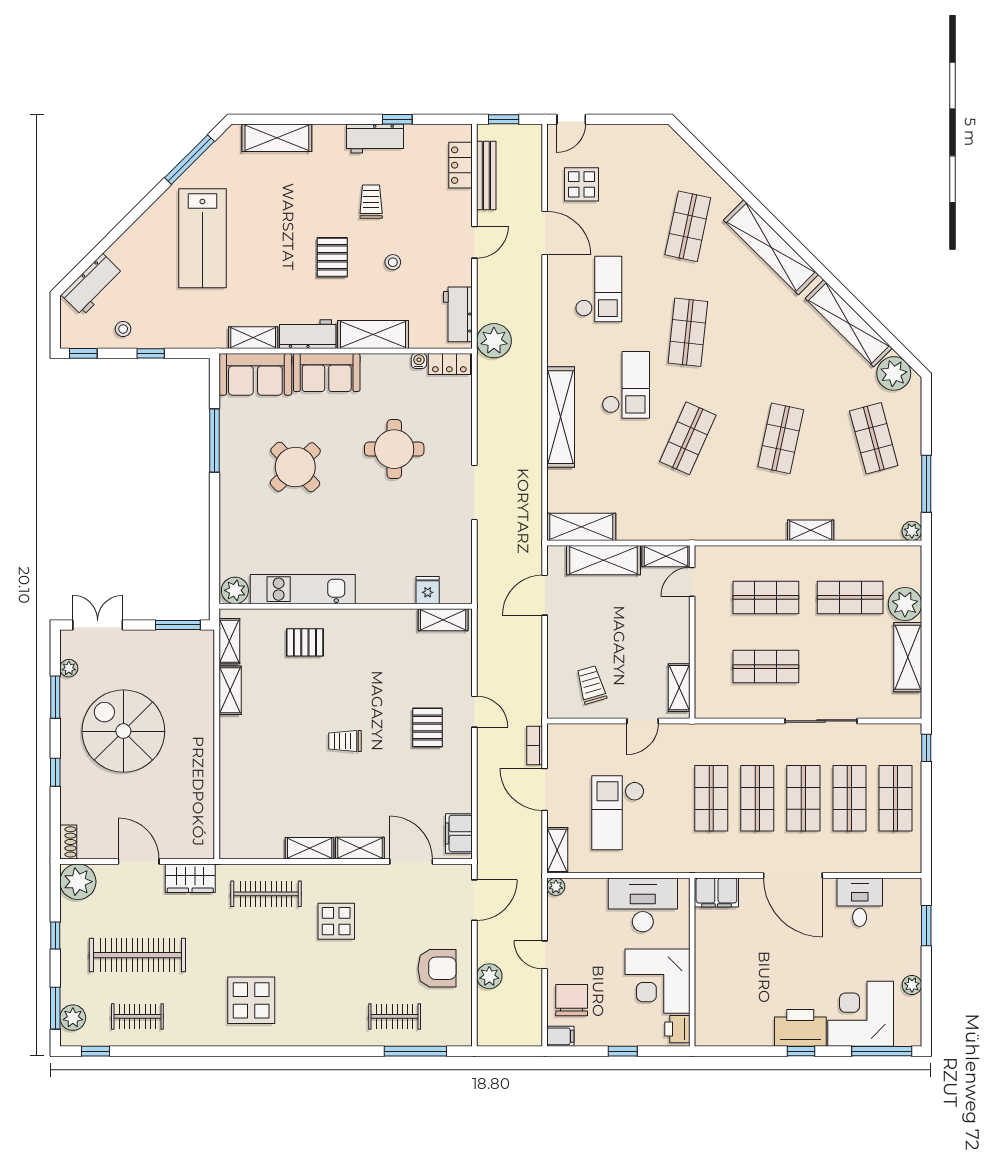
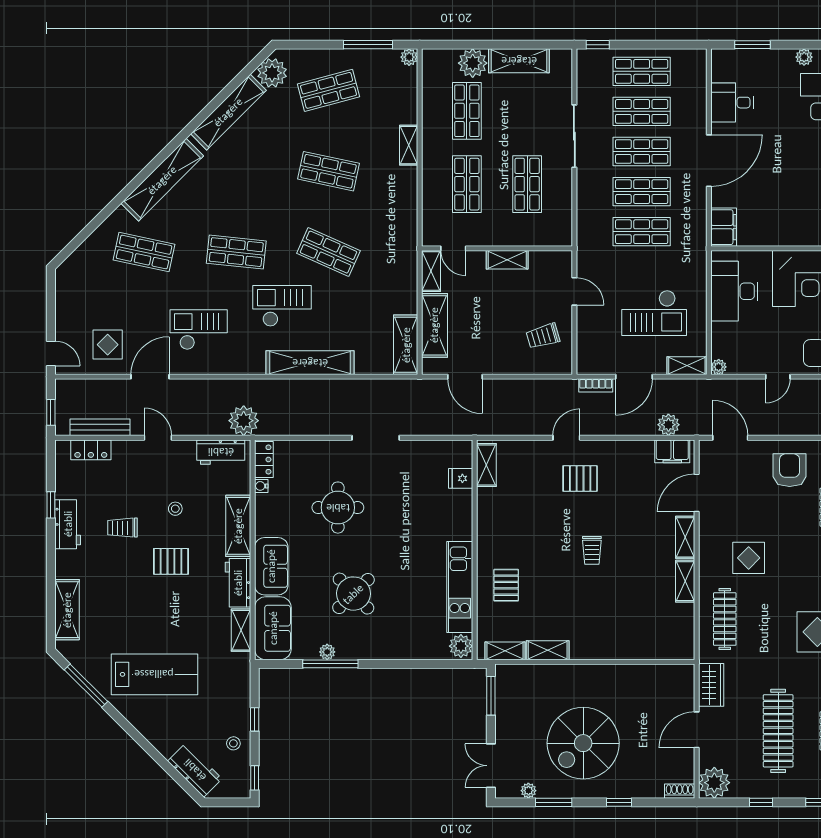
plant: (228, 437) -> (327, 652), added
shelving: (679, 688) -> (507, 260), moved
plant: (489, 976) -> (668, 425), moved

